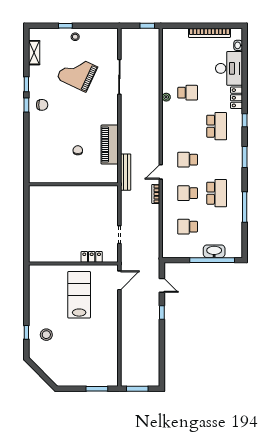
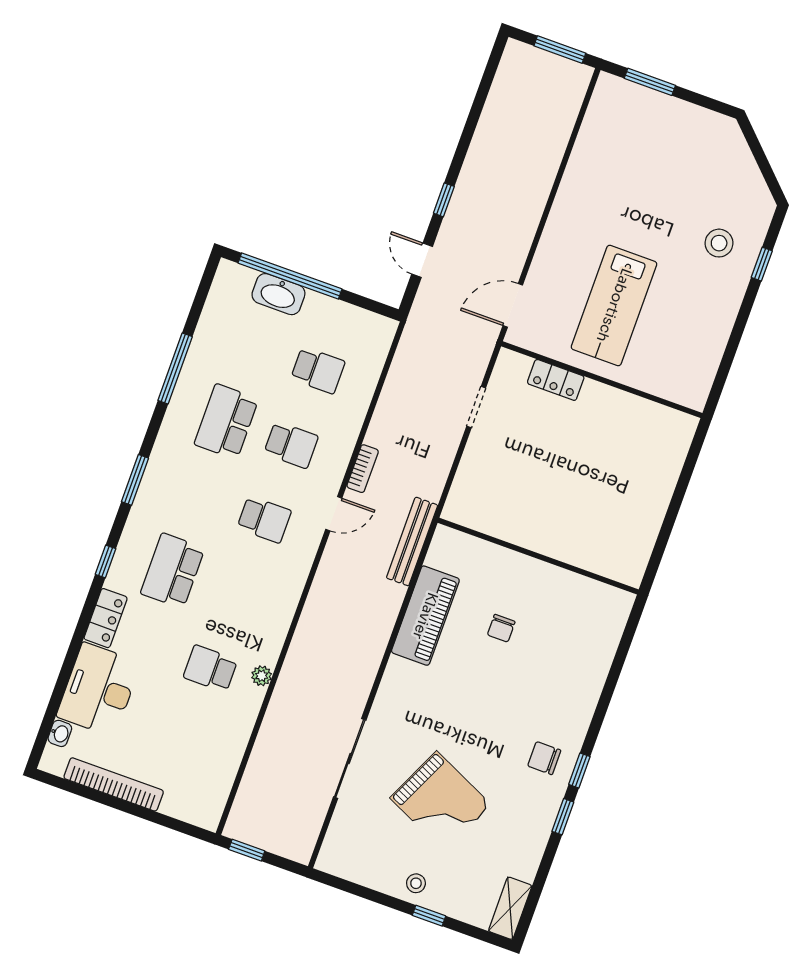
shelving: (34, 53) -> (510, 908), moved

